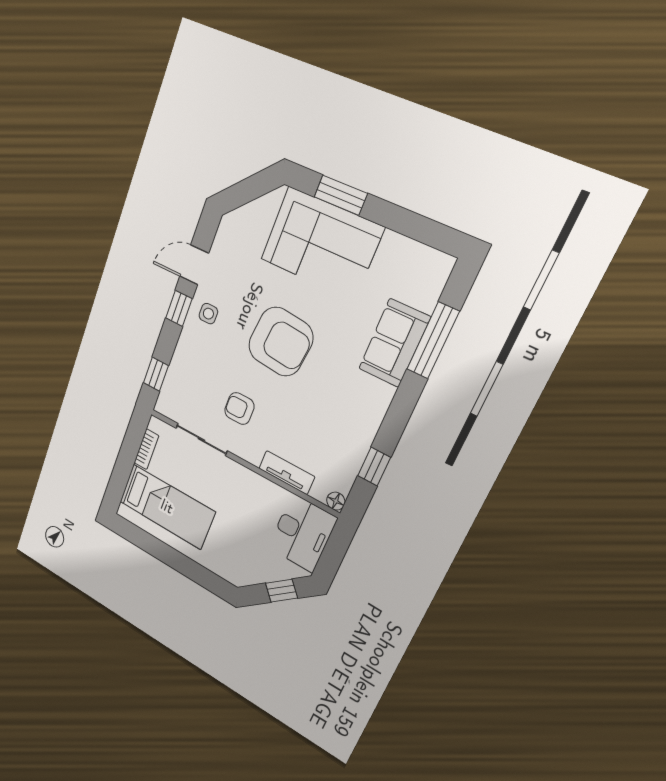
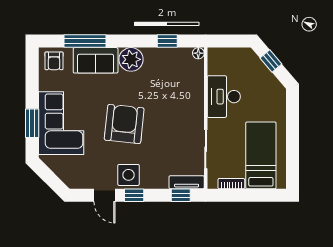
side table: (208, 314) -> (129, 175), width x1.87, depth x1.87
plant: (371, 399) -> (131, 59), added
armchair: (239, 408) -> (54, 61), moved
tv unit: (287, 473) -> (187, 182), moved, turned 90
desk: (302, 533) -> (224, 97), moved, turned -90

